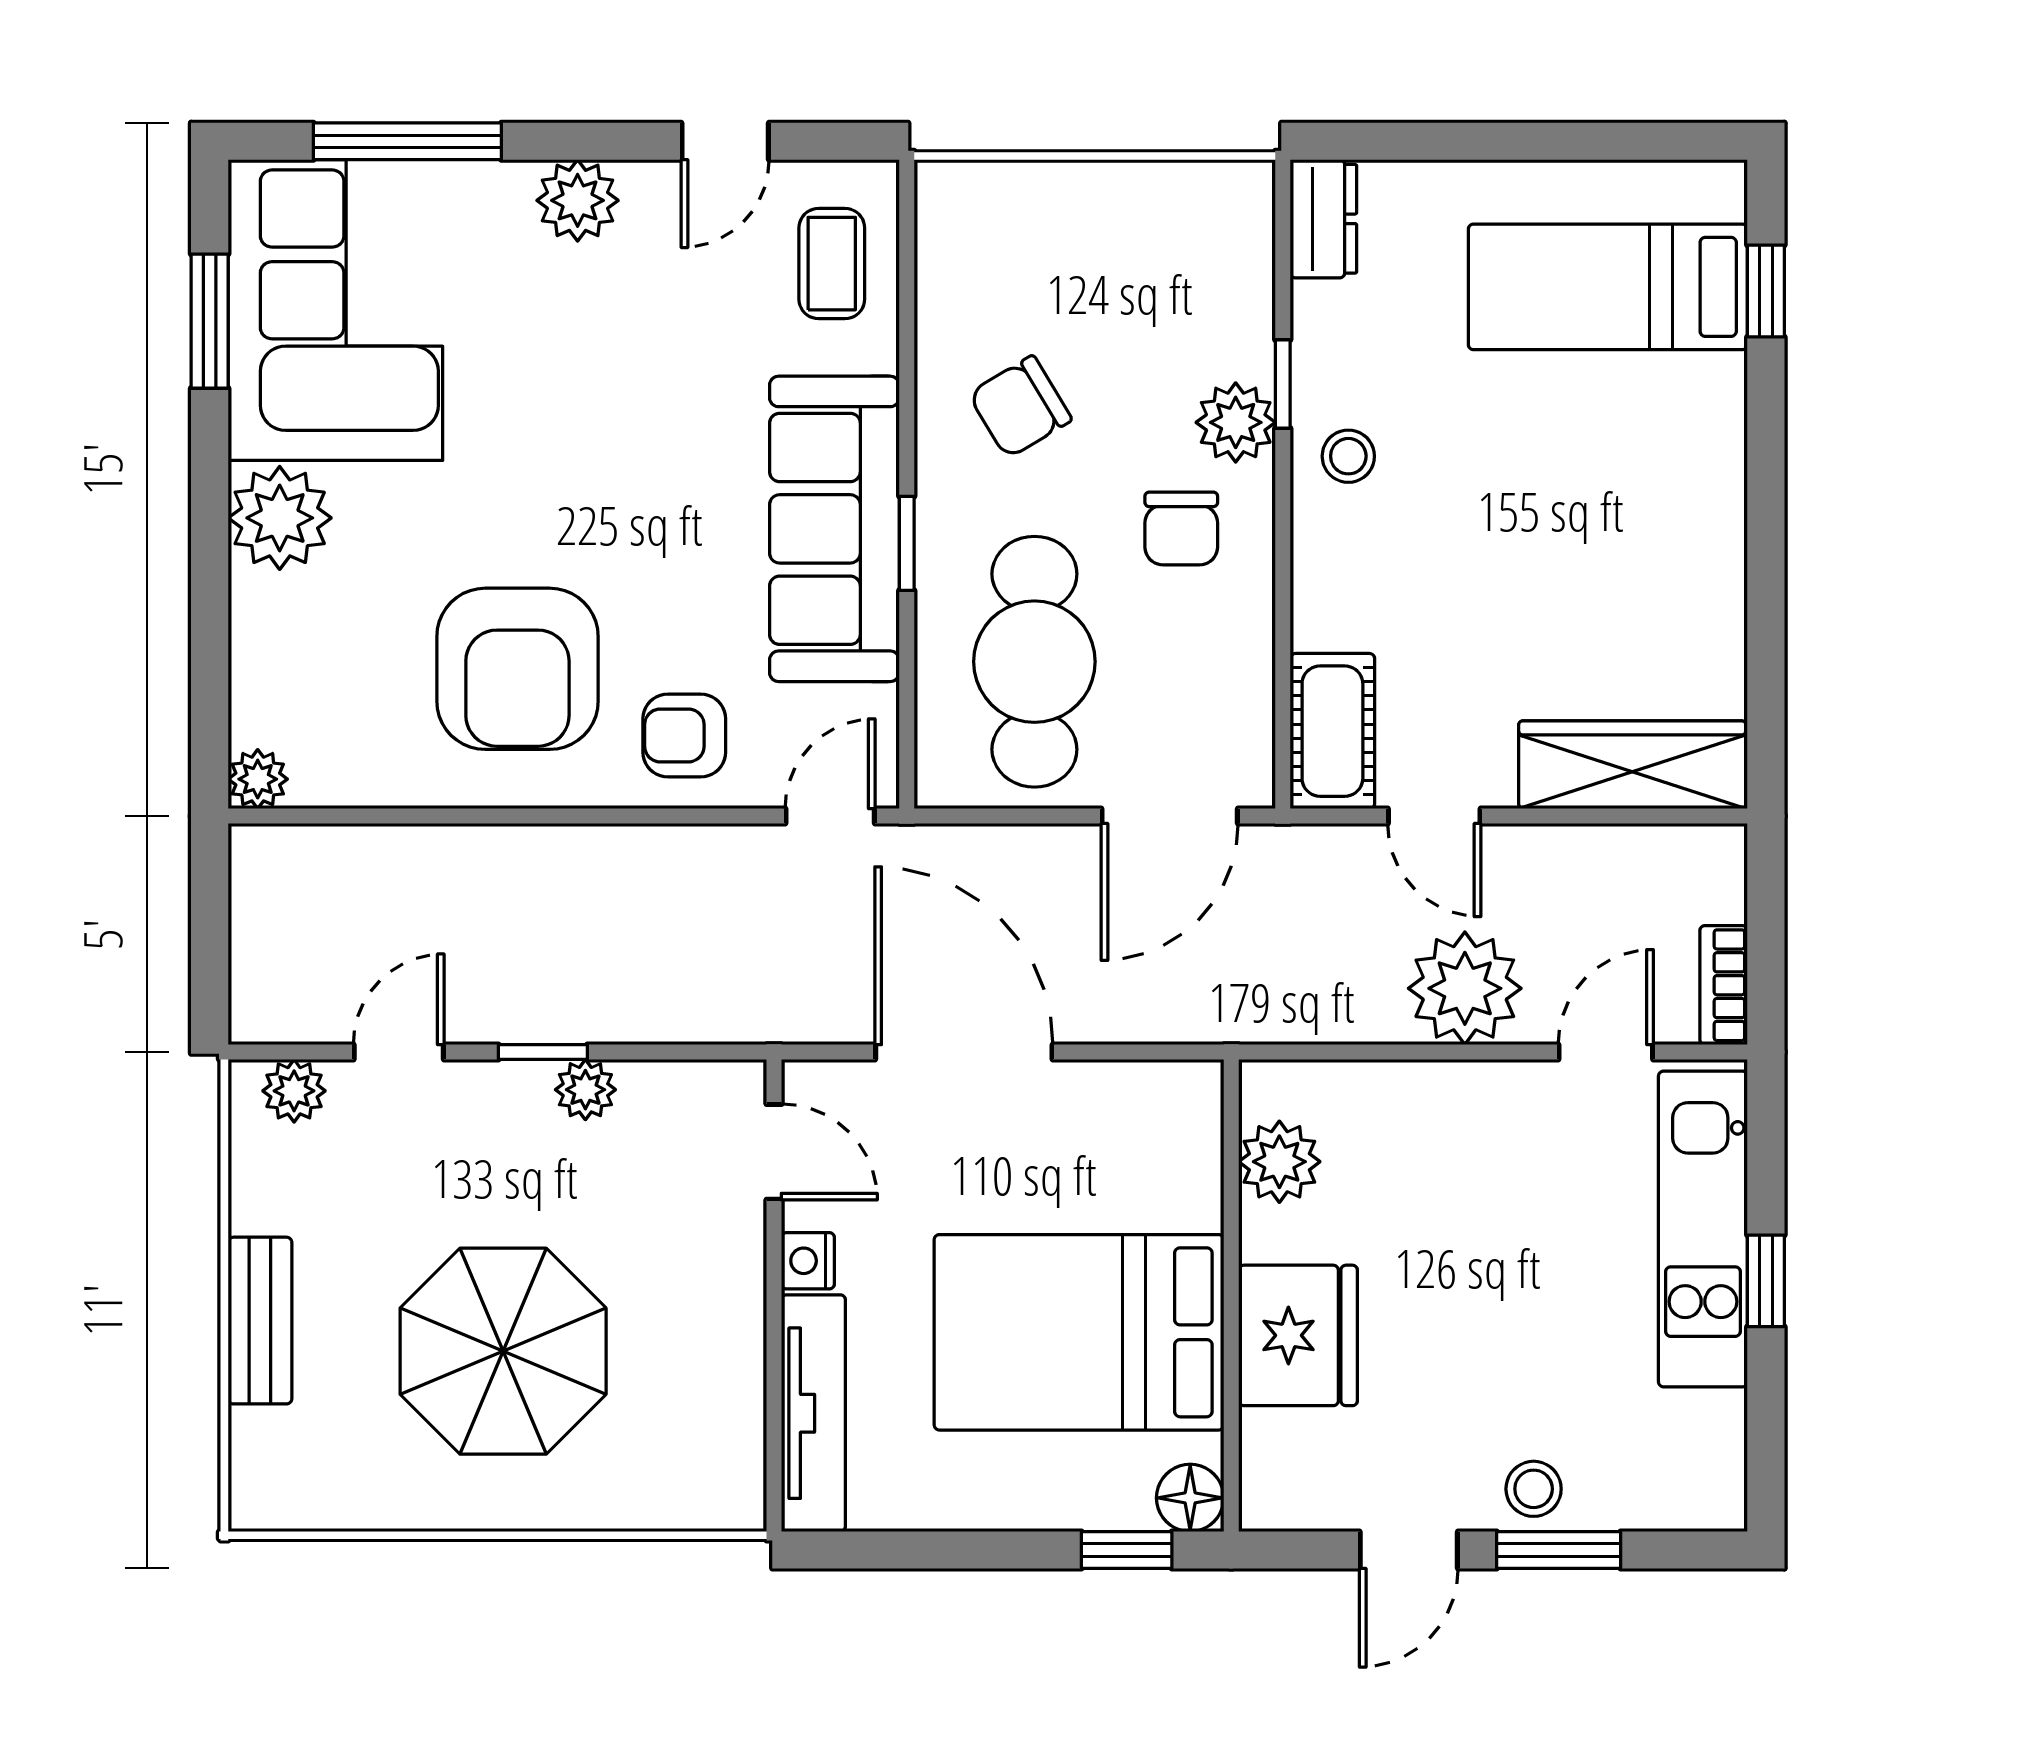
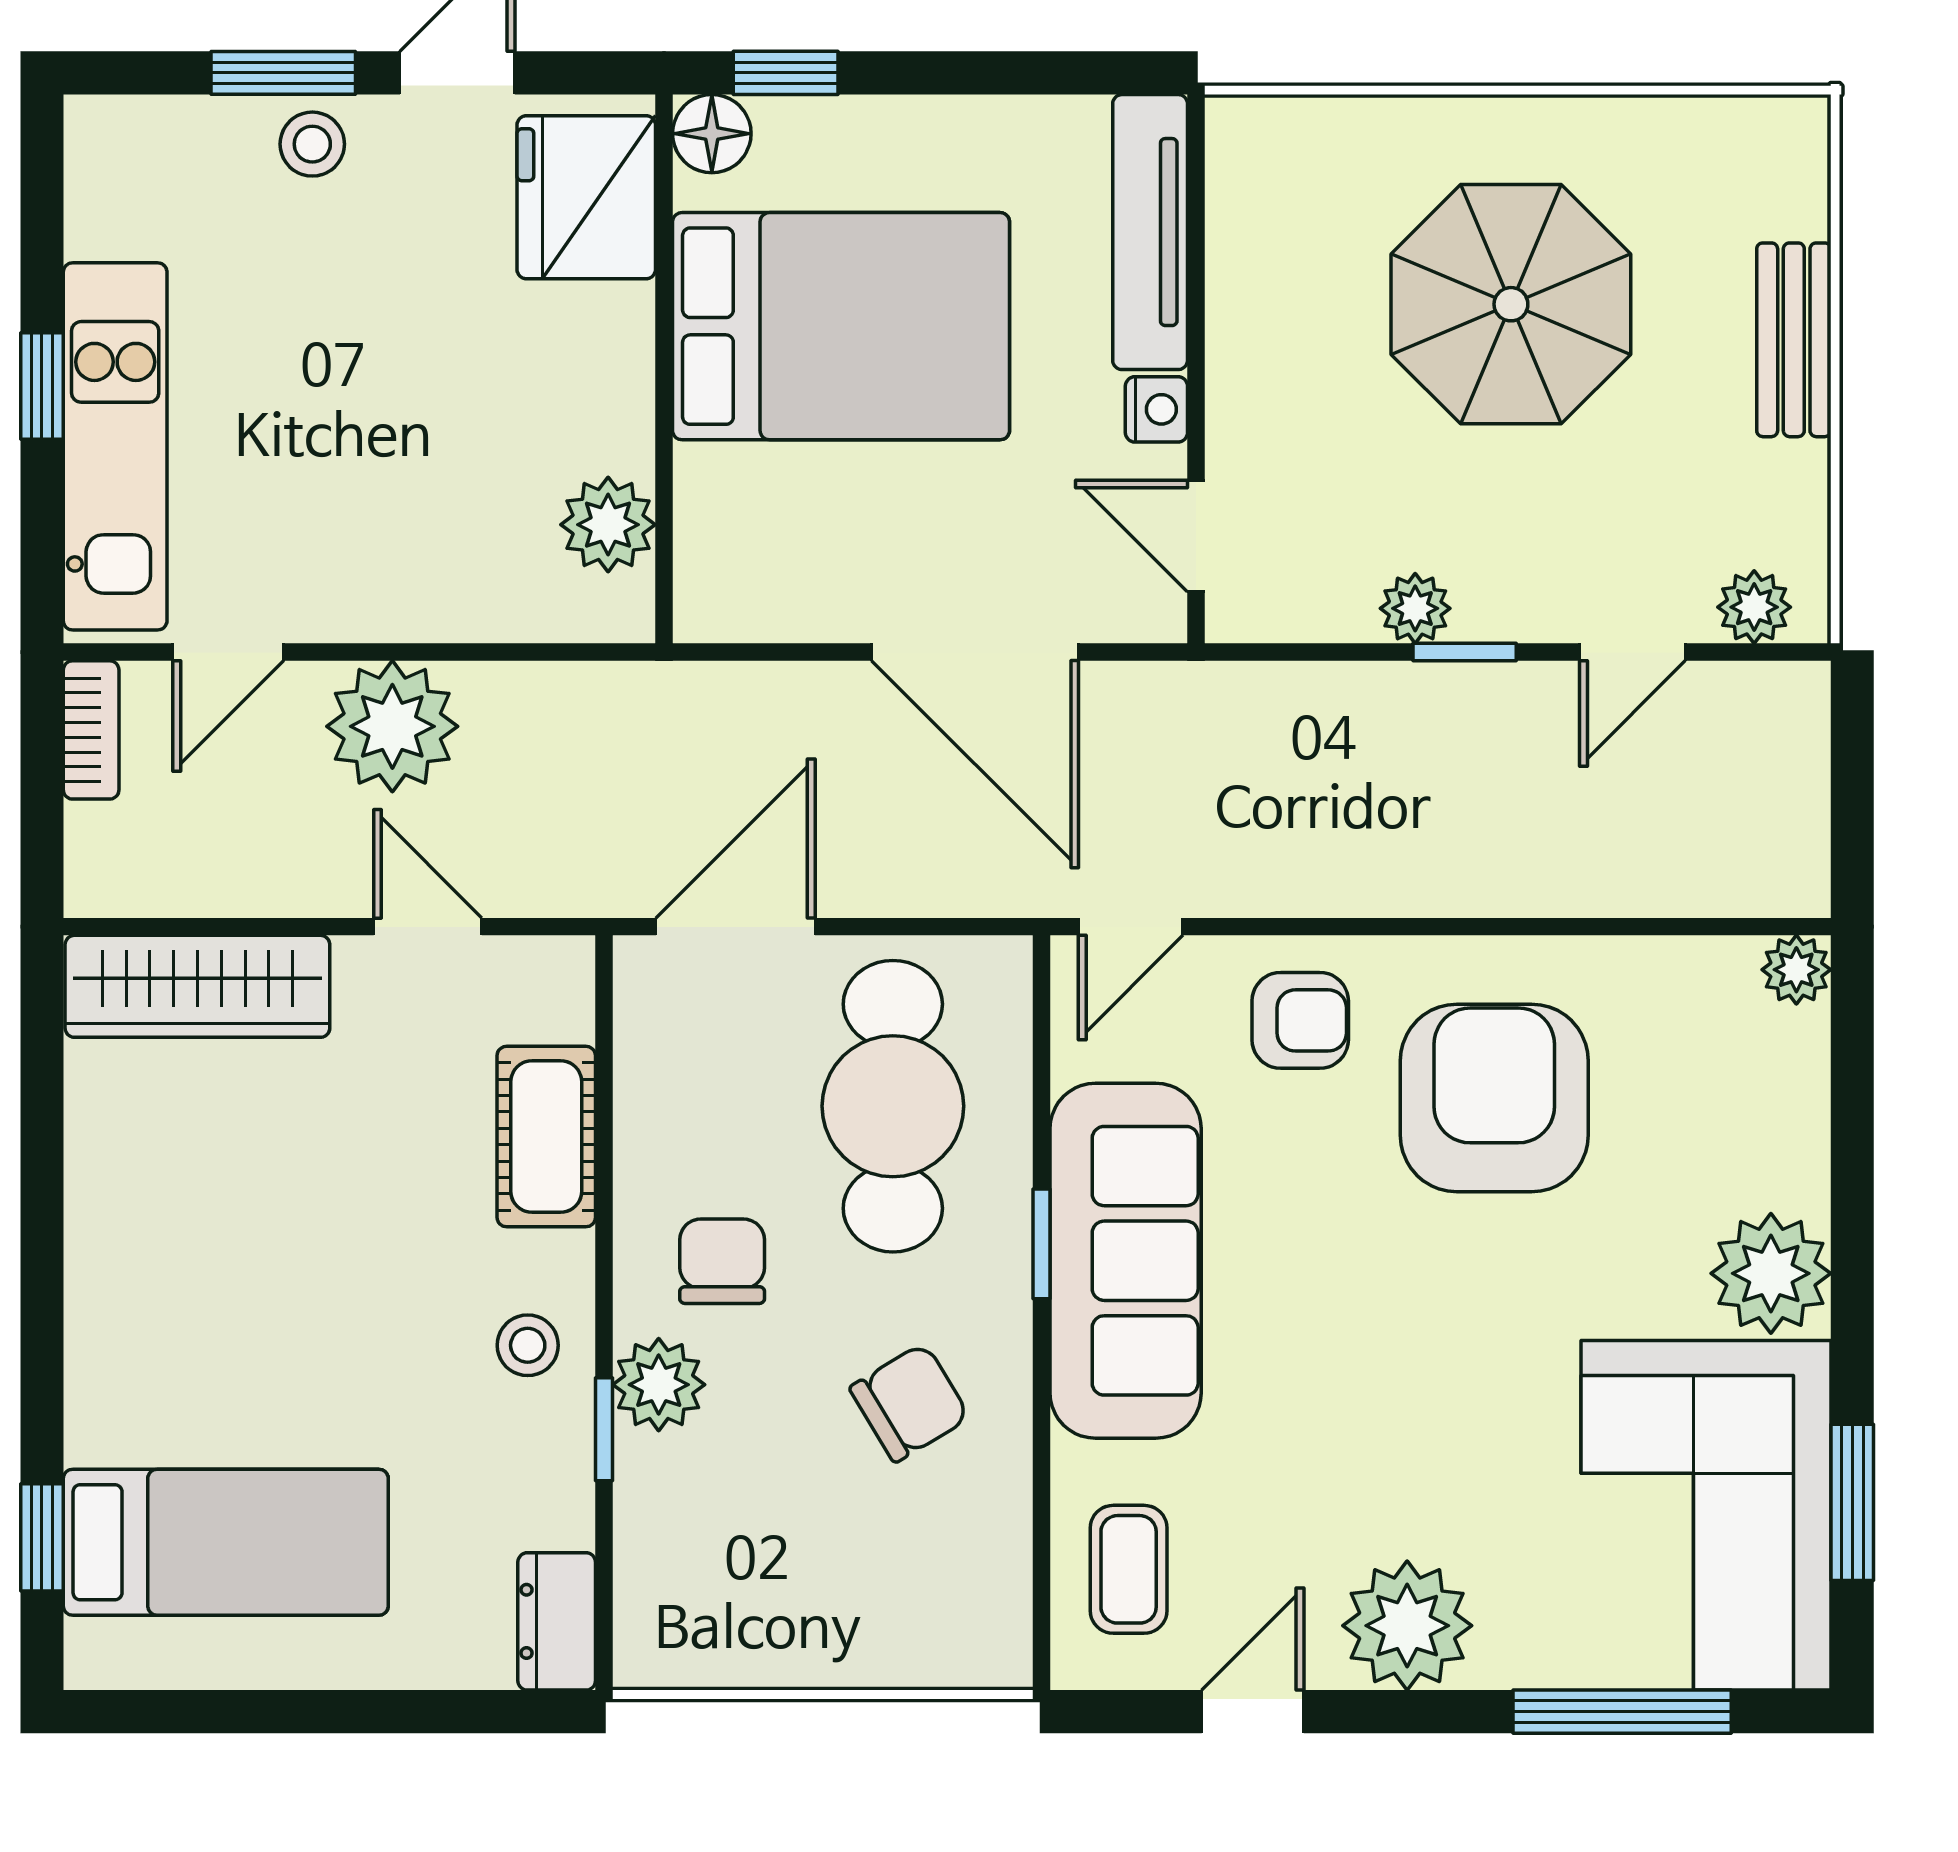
plant: (578, 200) -> (1407, 1626), width x1.36, depth x1.36
cot: (1332, 731) -> (546, 1137), moved
fridge: (1298, 1335) -> (586, 197), moved

